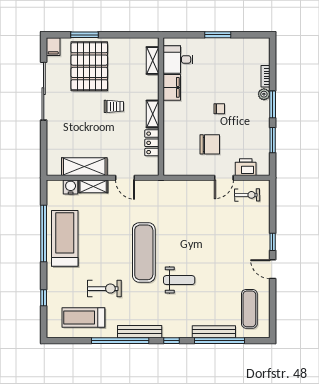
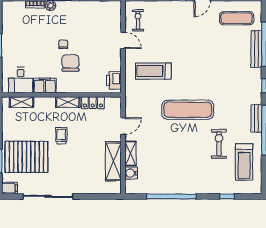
chair: (210, 144) -> (70, 63), moved
printer: (246, 167) -> (114, 80), moved
treadmill: (65, 238) -> (153, 71), moved, width x0.73, depth x0.73
weight bench: (179, 280) -> (212, 79), removed
bench: (140, 332) -> (256, 118), width x0.73

